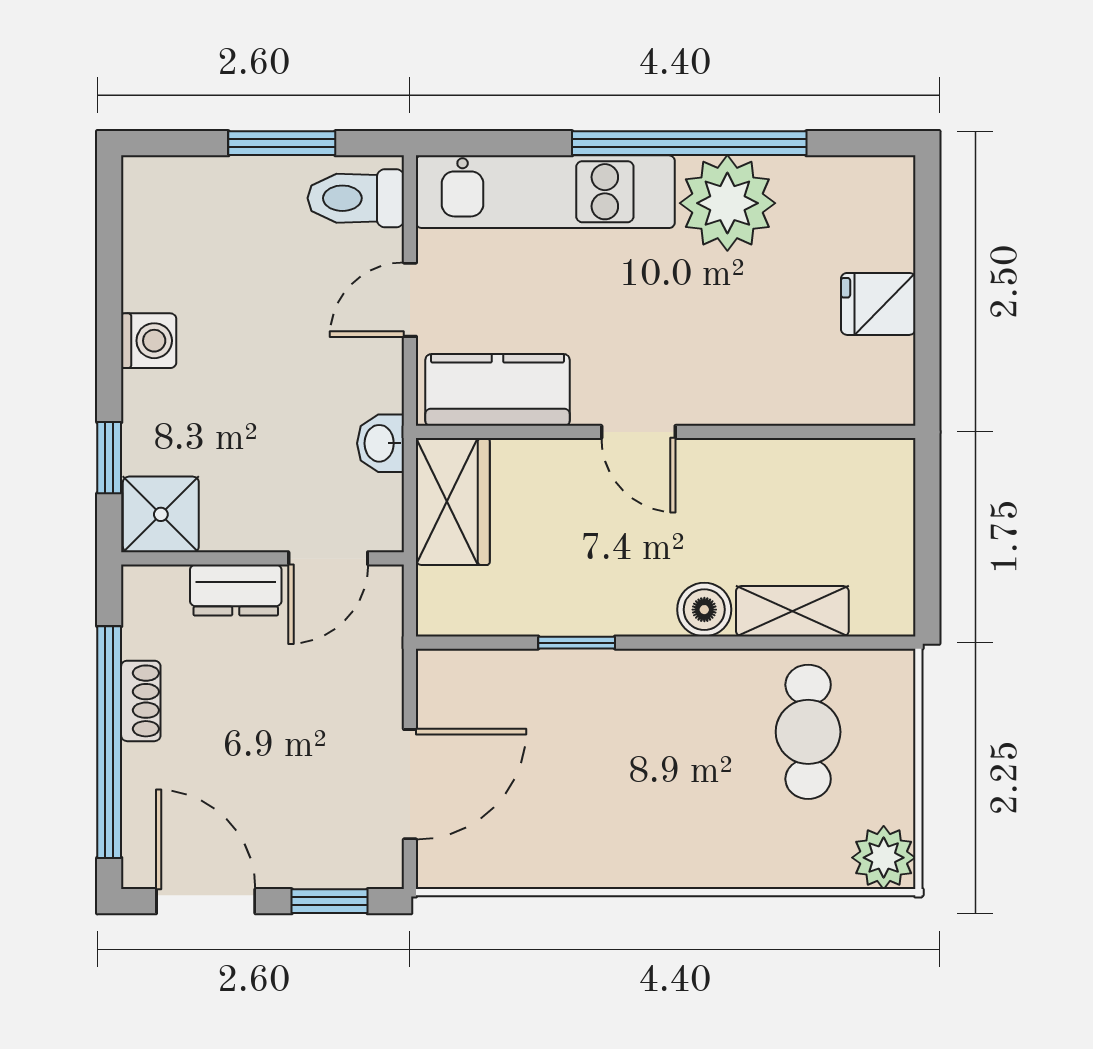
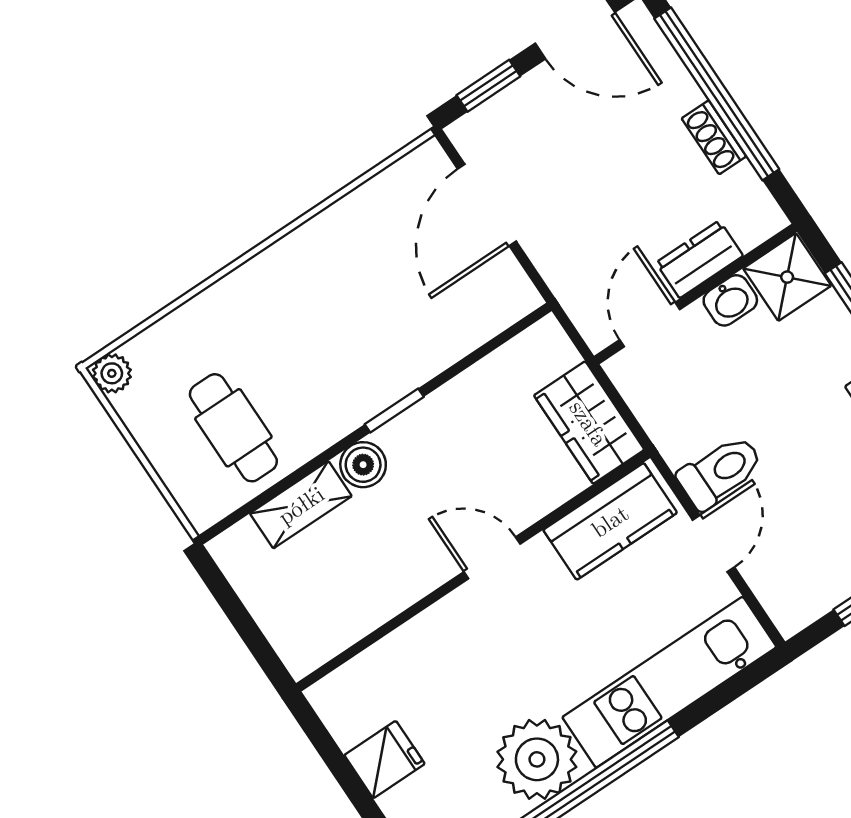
toilet: (356, 198) -> (720, 472), moved
washbasin: (381, 443) -> (730, 300), moved, turned 90
window: (577, 643) -> (394, 410), moved
plant: (884, 858) -> (112, 373), width x0.73, depth x0.73

